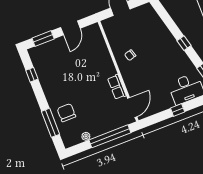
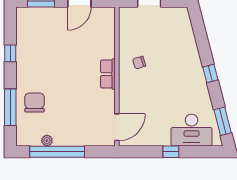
window: (32, 75) -> (10, 53), moved
row of seats: (117, 87) -> (108, 74), moved
window: (110, 136) -> (57, 152), moved

